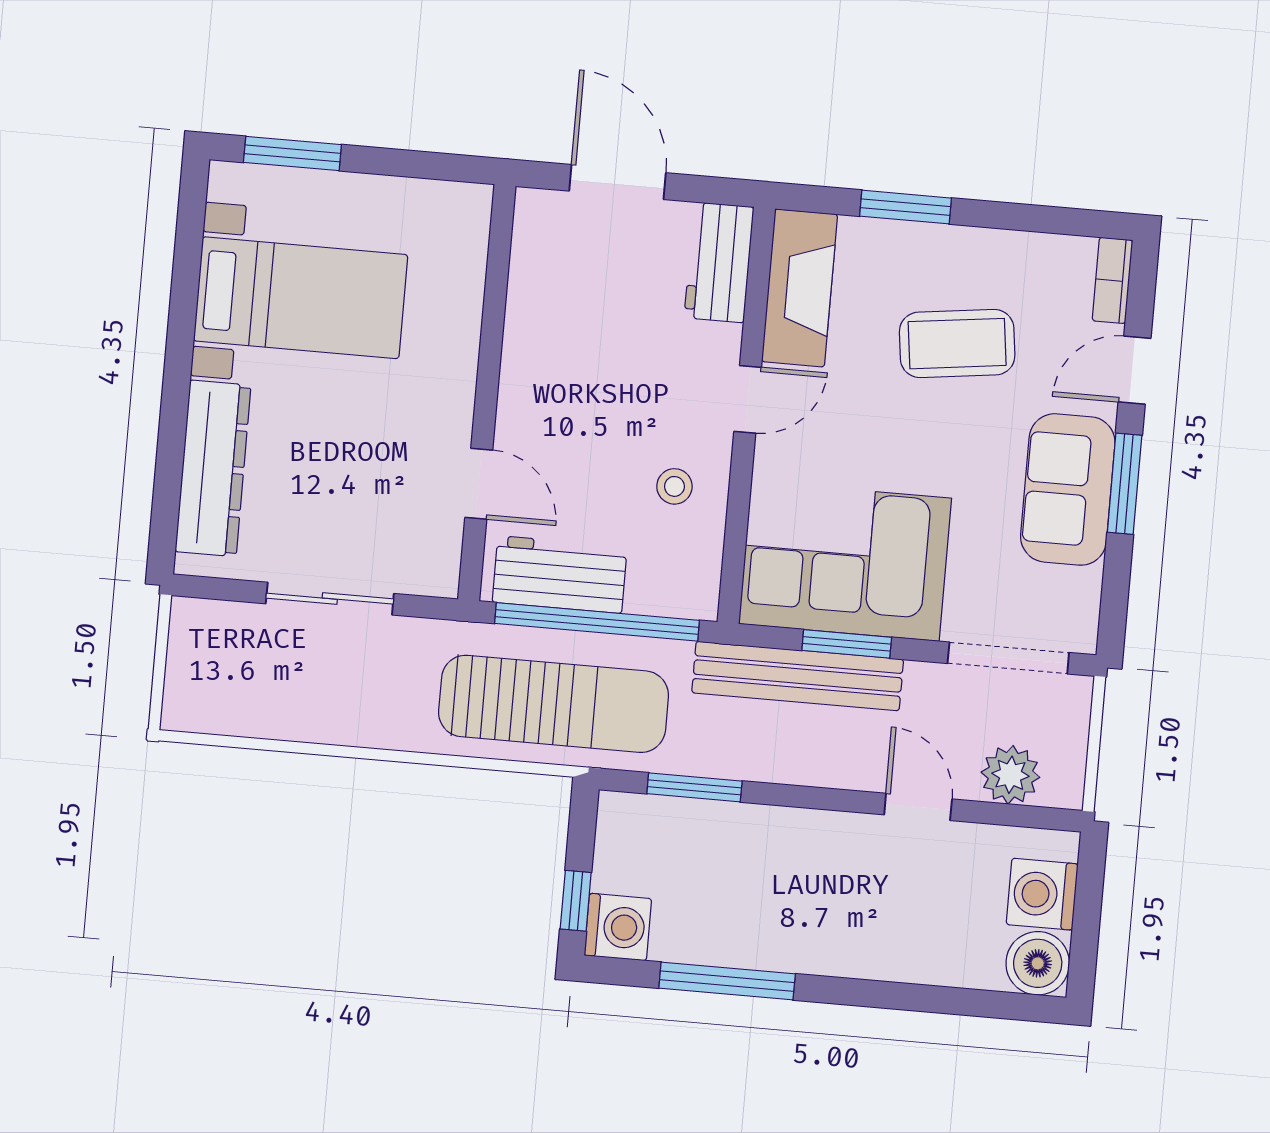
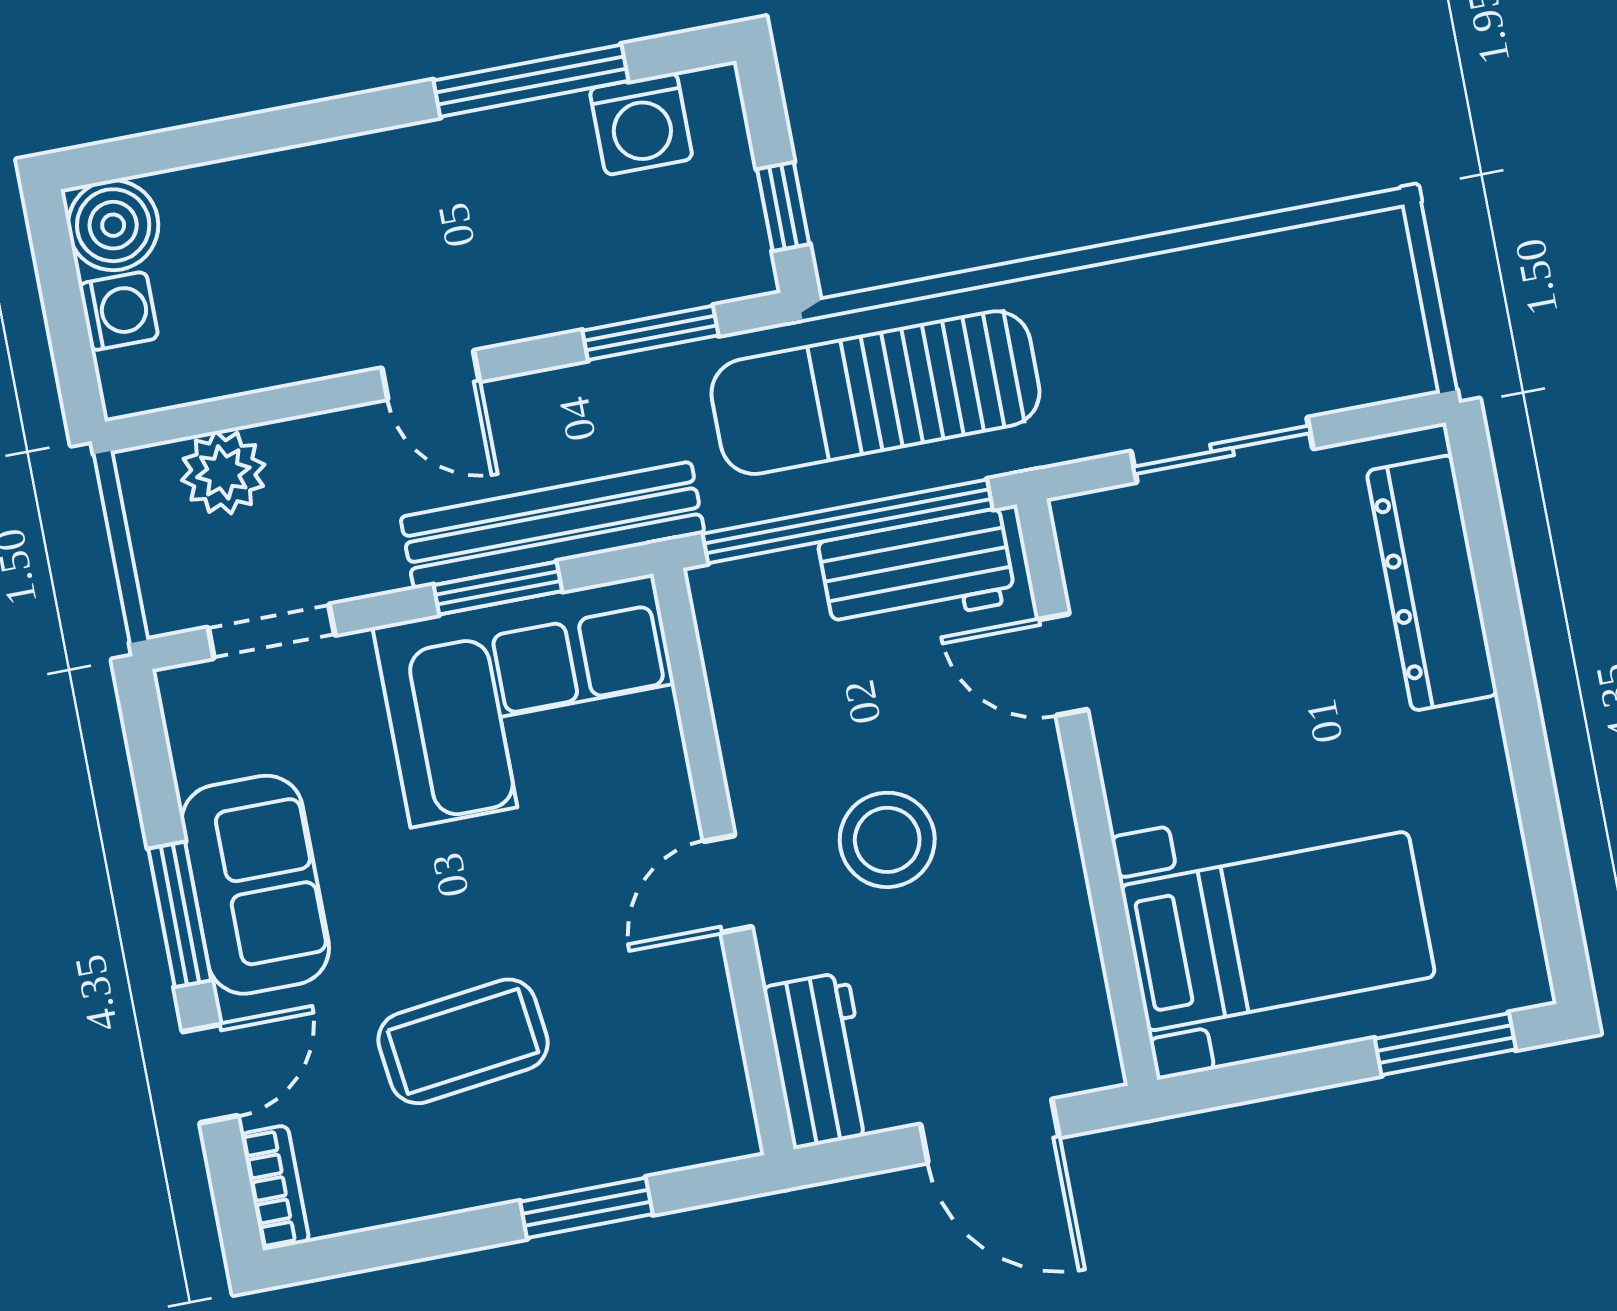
fireplace: (800, 288) -> (700, 1056), removed
bed with nightstands: (301, 298) -> (1278, 931), moved, turned 180
stool: (674, 486) -> (887, 840), moved, width x1.89, depth x1.89
doorway: (1008, 658) -> (271, 631), width x0.73
door: (918, 807) -> (431, 375), moved
washing machine: (1042, 894) -> (119, 311), width x0.73, depth x0.73
window: (576, 901) -> (783, 207), moved
washing machine: (618, 927) -> (641, 124), moved, turned -90

